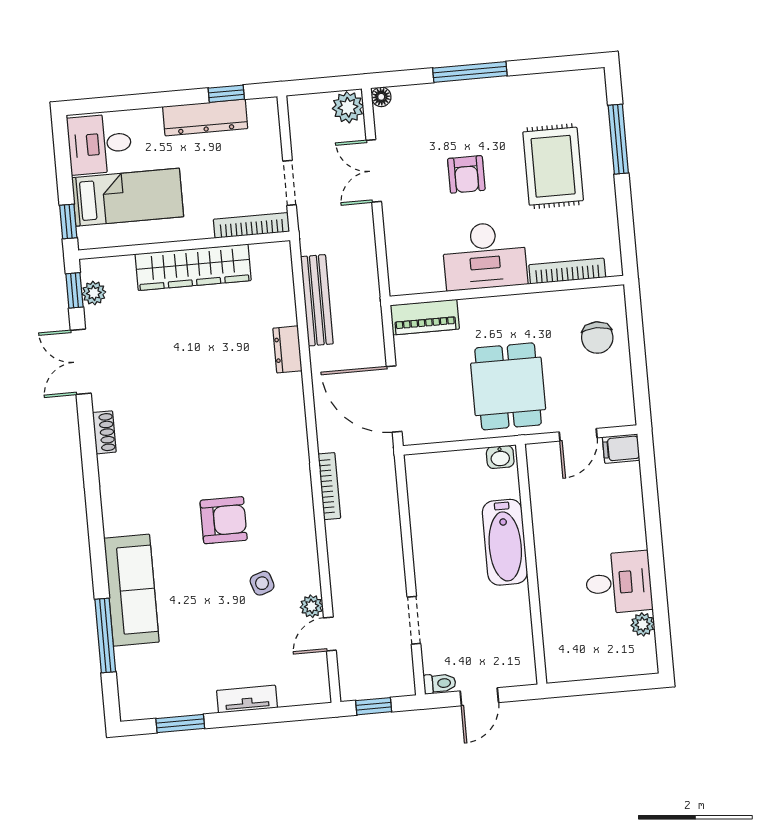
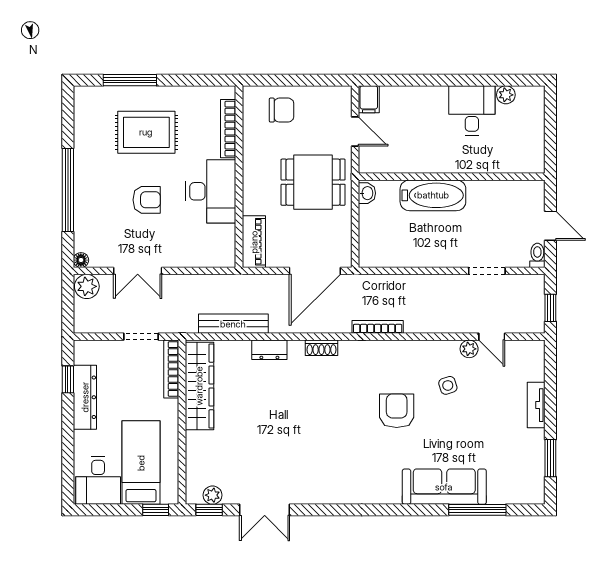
window: (470, 72) -> (68, 190), width x1.46
wardrobe: (193, 267) -> (199, 386), moved
shoe rack: (104, 432) -> (322, 348), moved, turned 180

